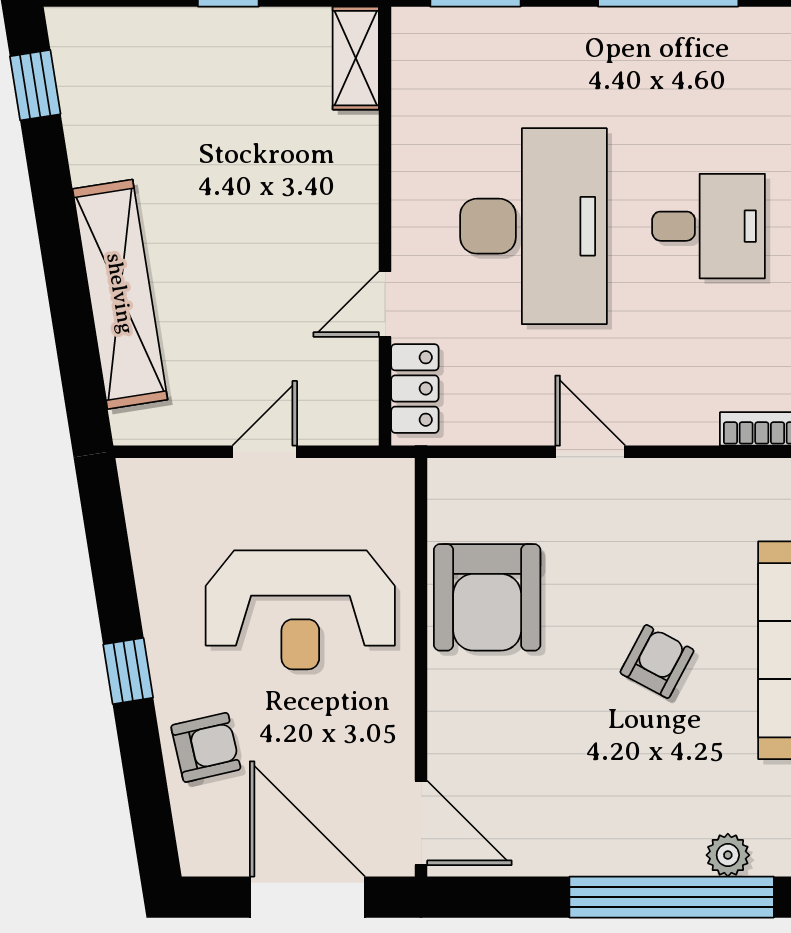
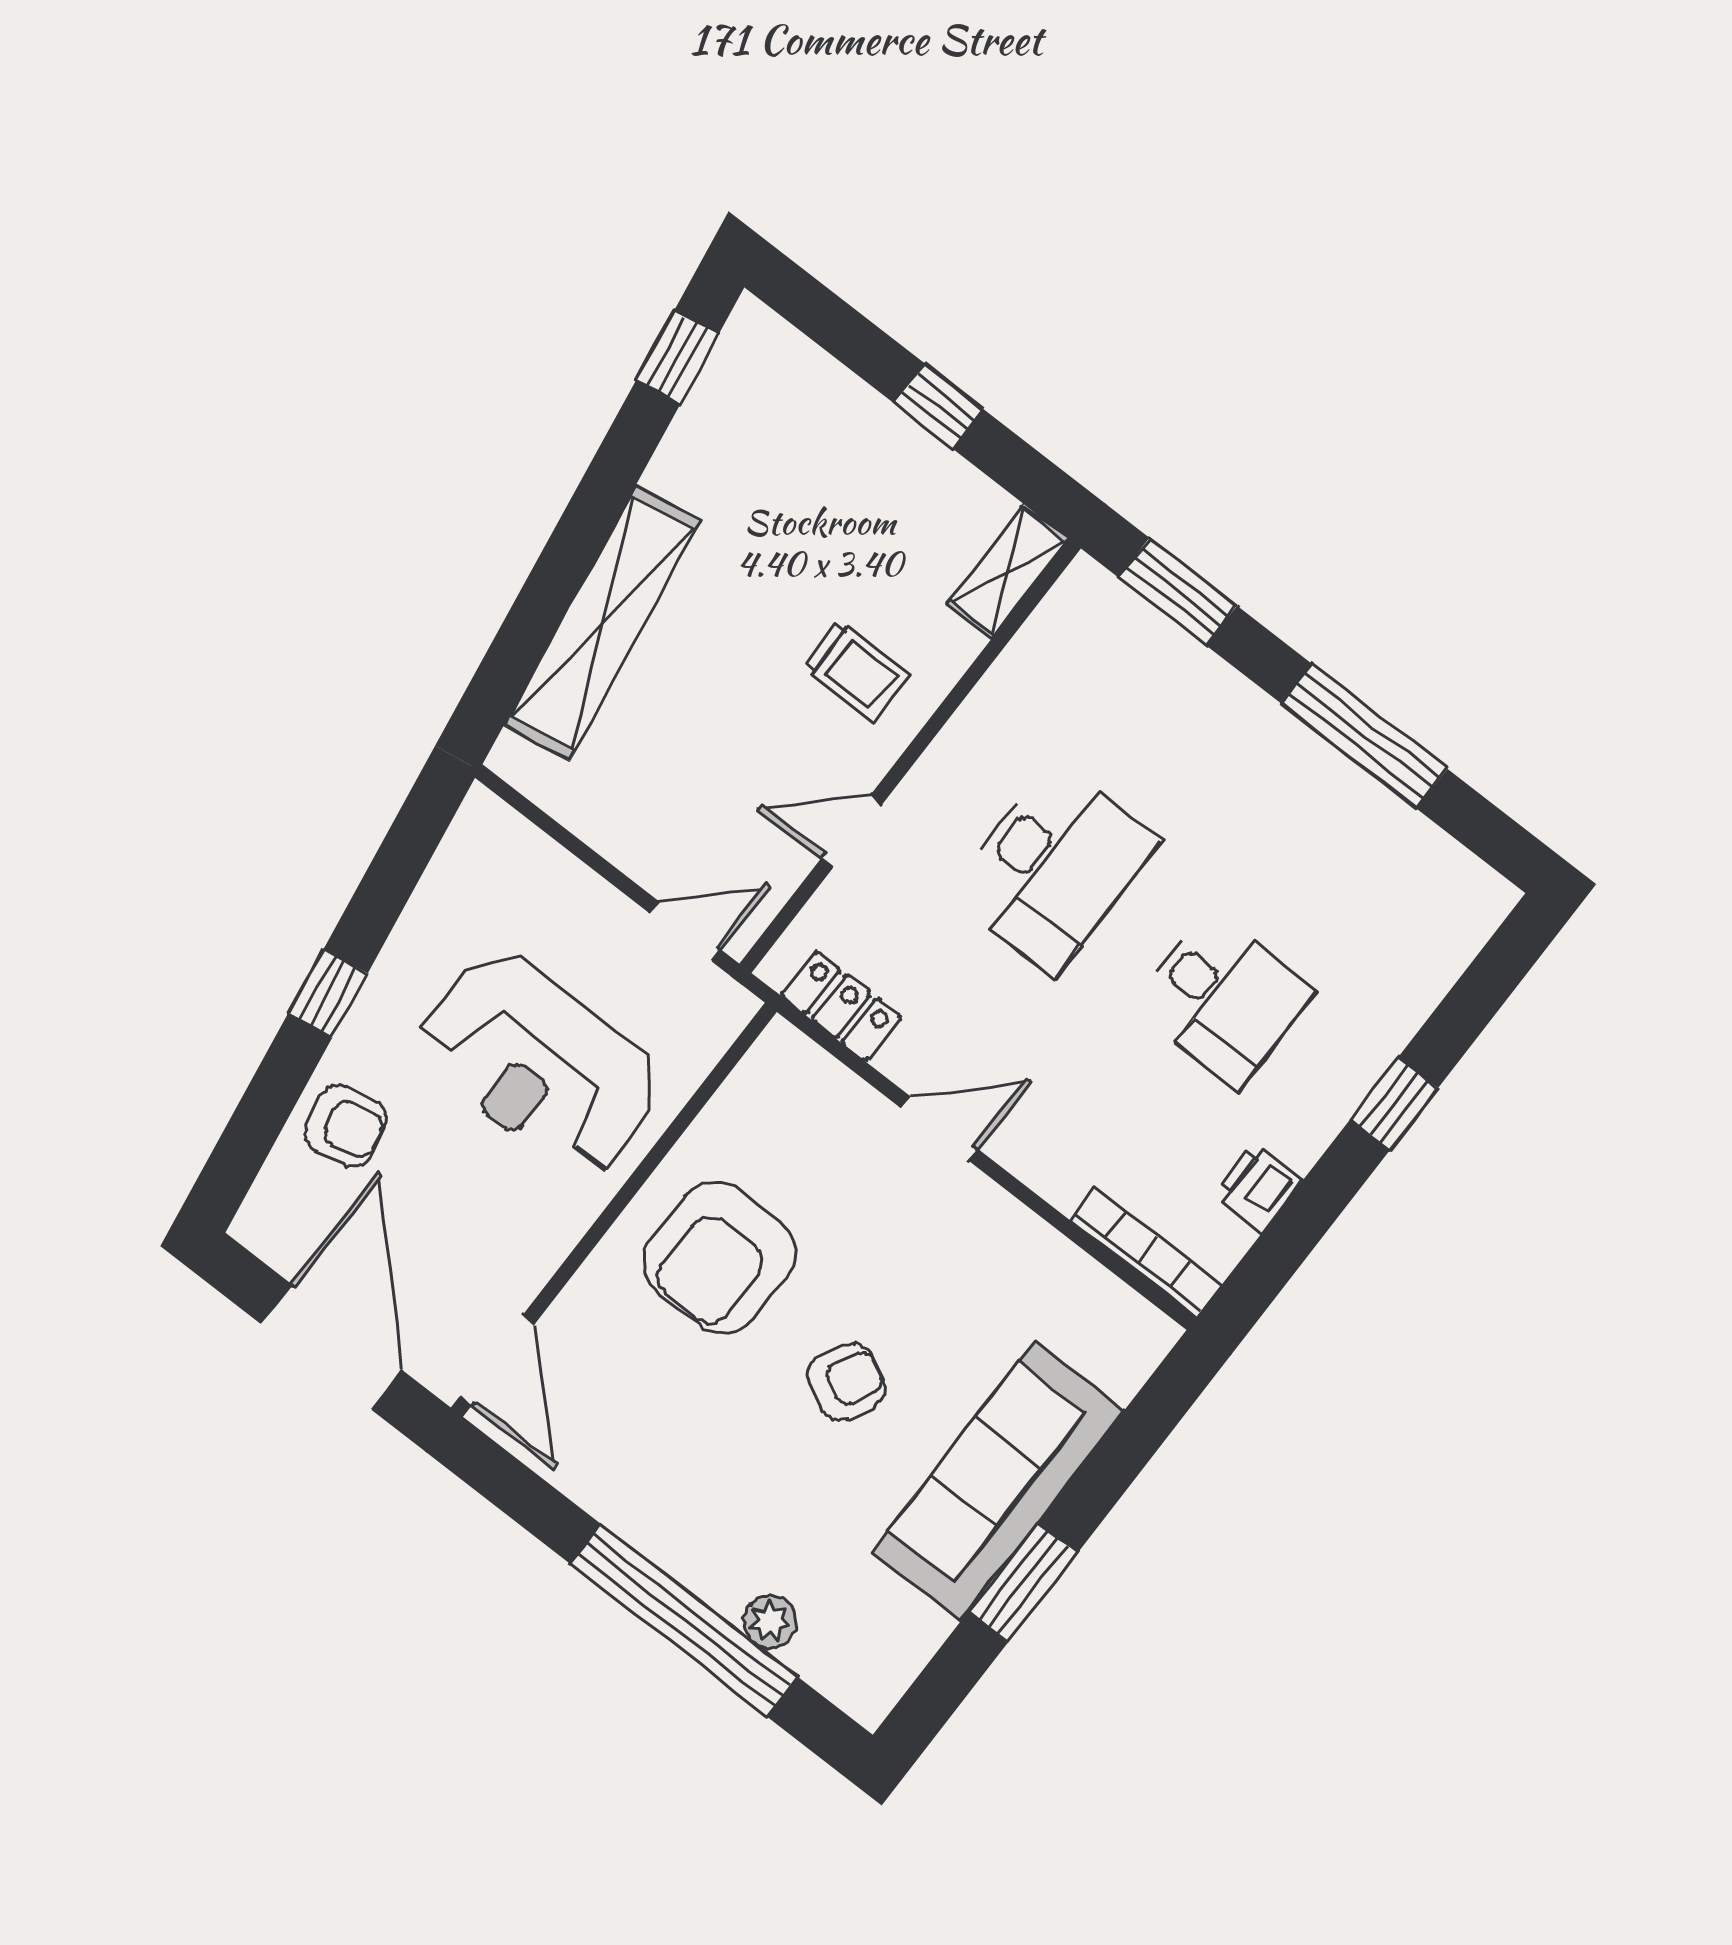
trolley: (307, 199) -> (856, 671), added
desk: (534, 226) -> (1054, 867), width x0.73, depth x0.77
locker: (415, 389) -> (841, 1006), moved, turned -90
door: (265, 452) -> (685, 931), moved
door: (590, 452) -> (939, 1128), hinge flipped
armchair: (487, 597) -> (719, 1258), moved

